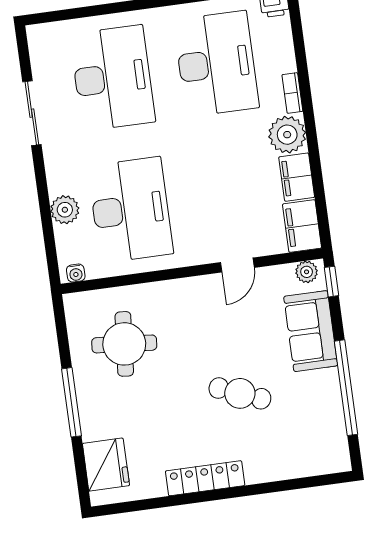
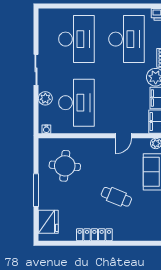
sliding door: (32, 113) -> (36, 70), moved

